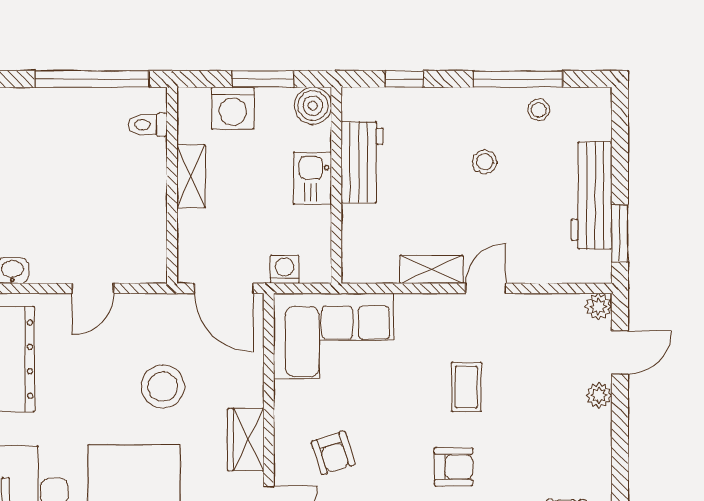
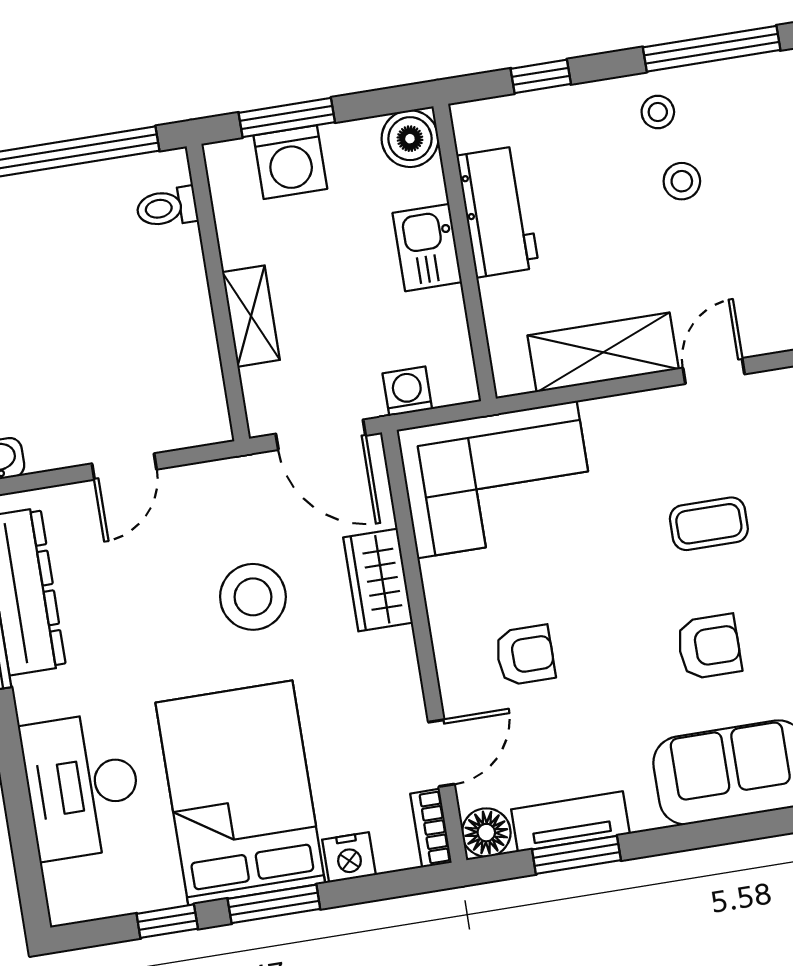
window: (263, 79) -> (287, 118), moved
stool: (539, 110) -> (658, 112), moved
shelving: (191, 176) -> (251, 316), moved
shelving: (431, 269) -> (603, 352), width x1.50, depth x1.33
coffee table: (466, 387) -> (709, 524), turned 90
wardrobe: (246, 440) -> (378, 580), moved
armchair: (333, 453) -> (525, 655), turned -72

